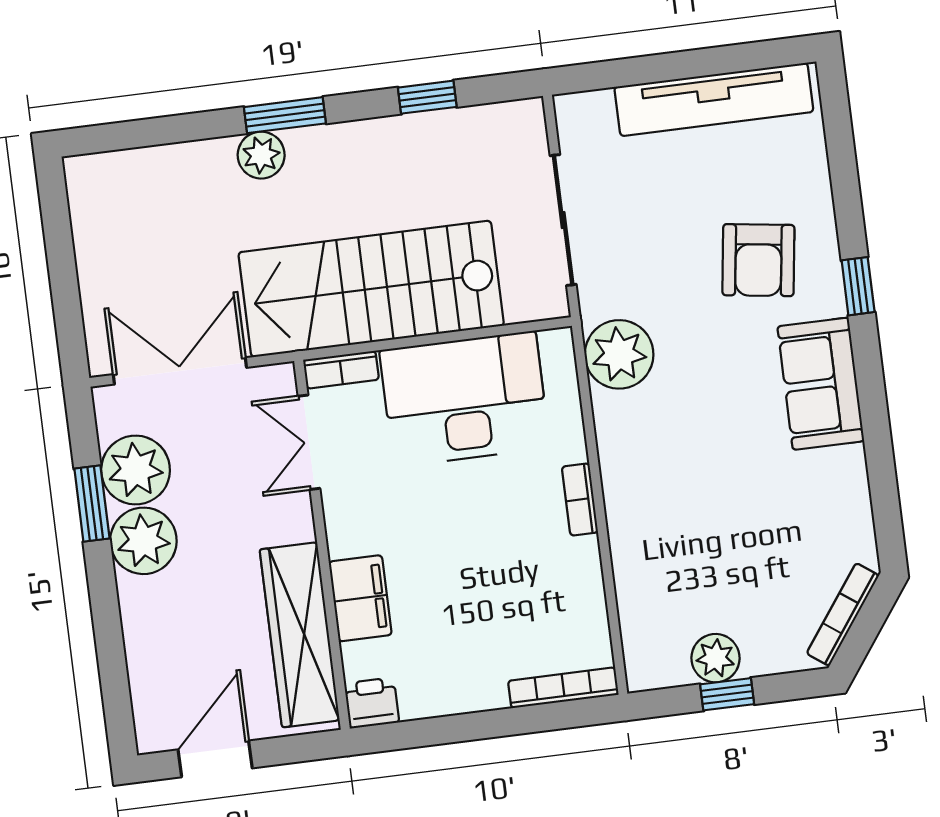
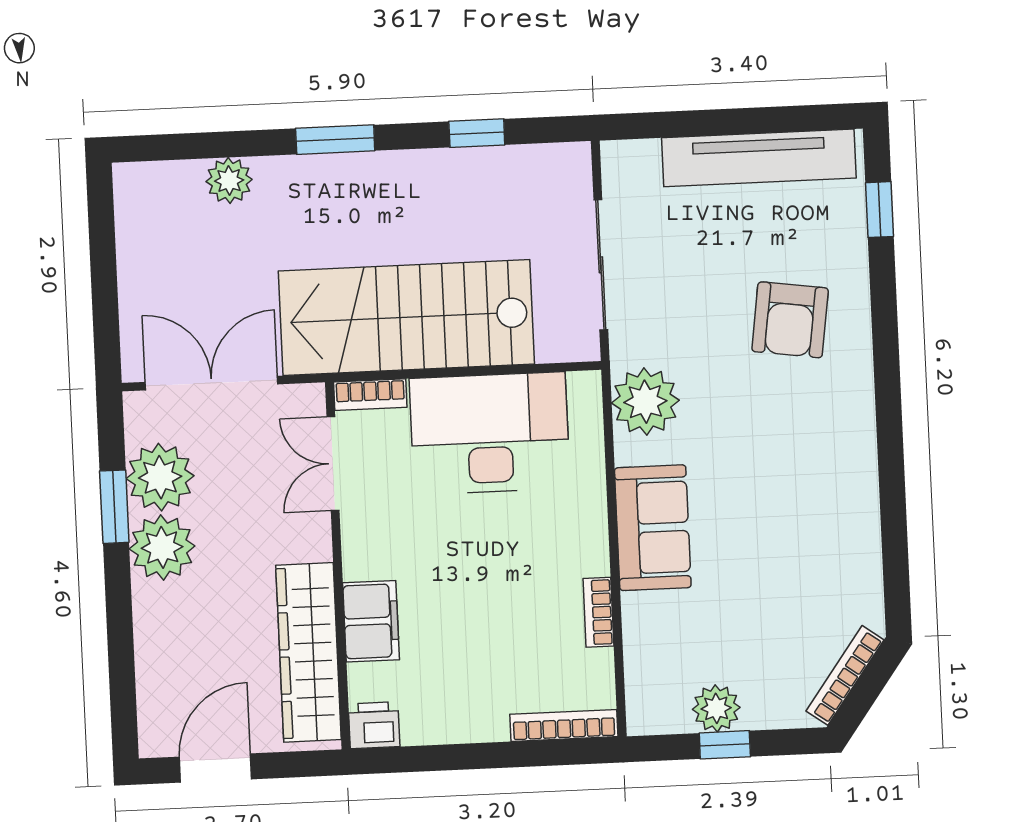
plant: (261, 155) -> (229, 181), moved
window: (858, 286) -> (880, 210), moved
sofa: (821, 384) -> (653, 528), moved, turned 180
bookcase: (580, 500) -> (598, 612), moved

